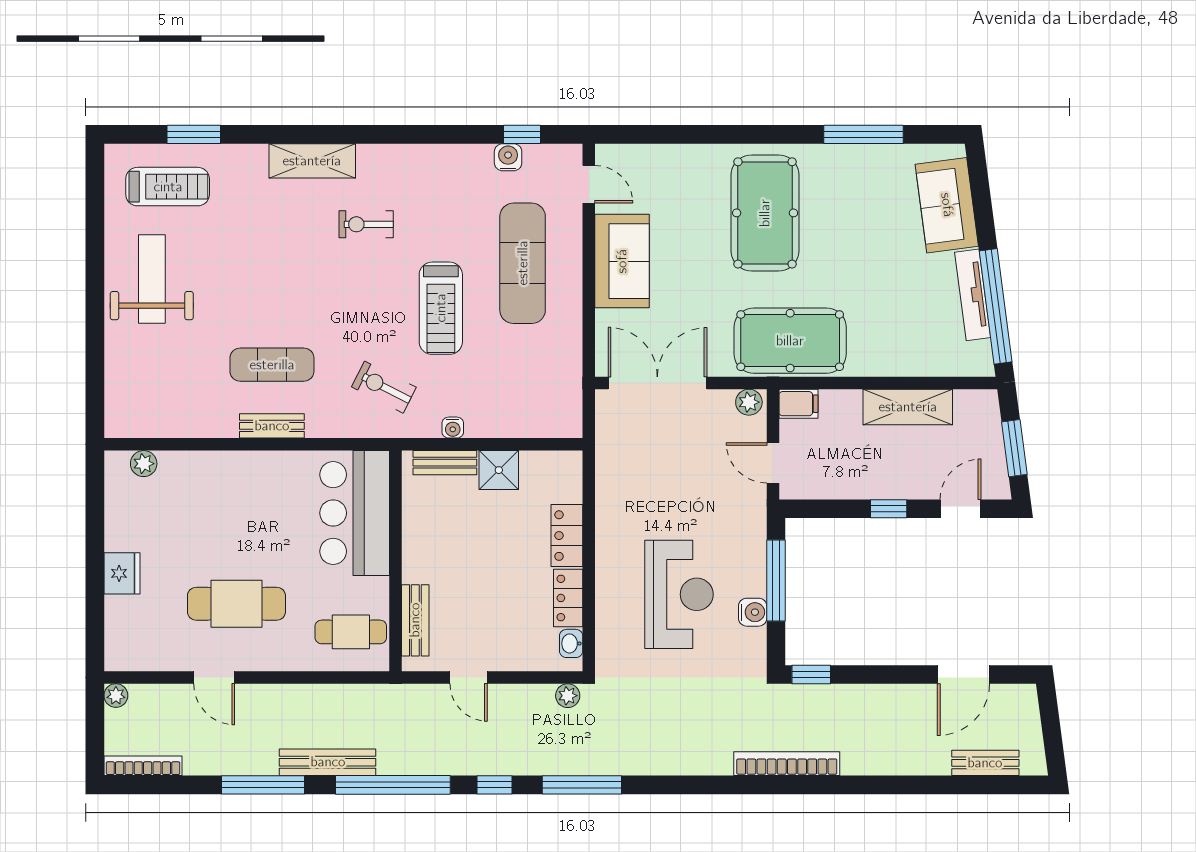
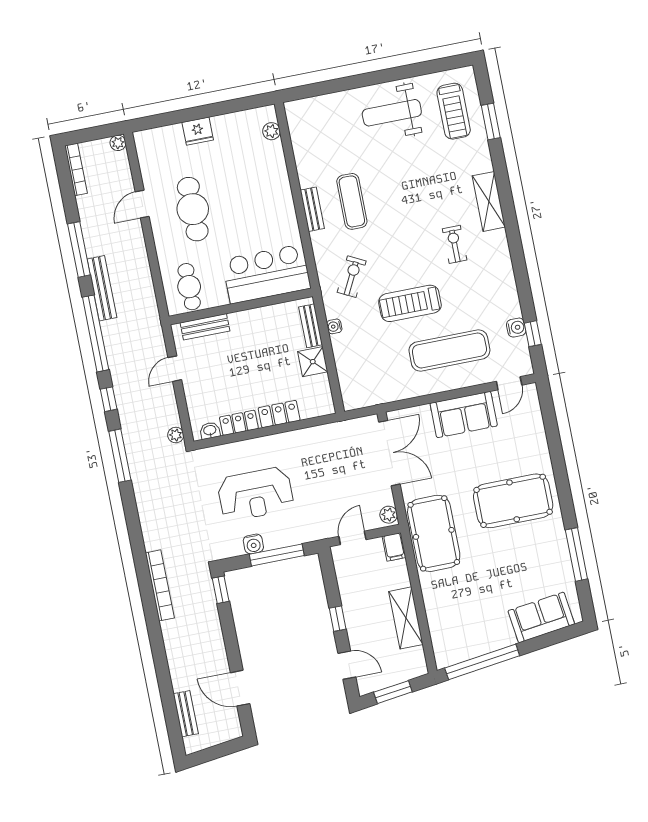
weight bench: (152, 279) -> (392, 113), turned 180
tv unit: (973, 295) -> (487, 646), removed

